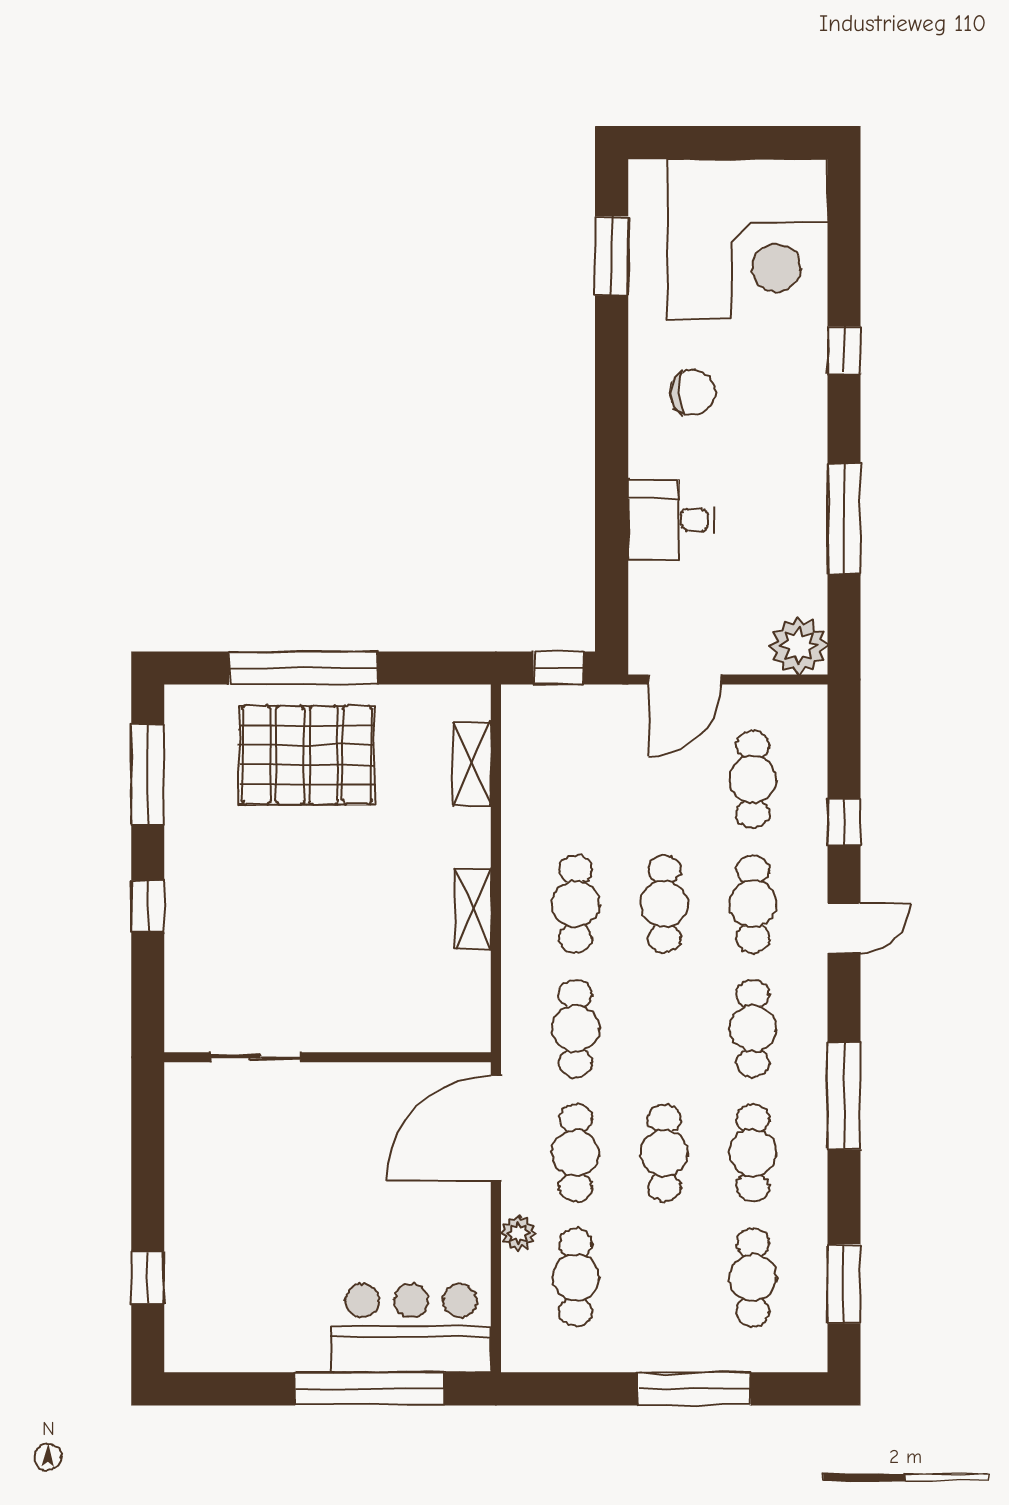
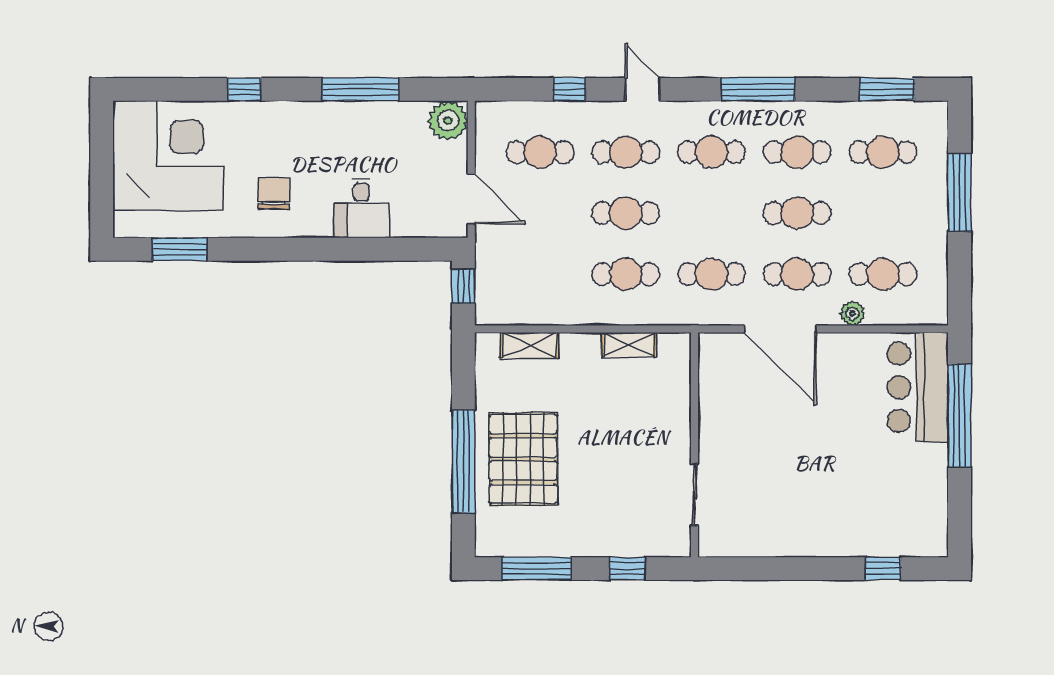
sliding door: (255, 1057) -> (694, 495), moved
wall: (328, 1057) -> (694, 445), moved

